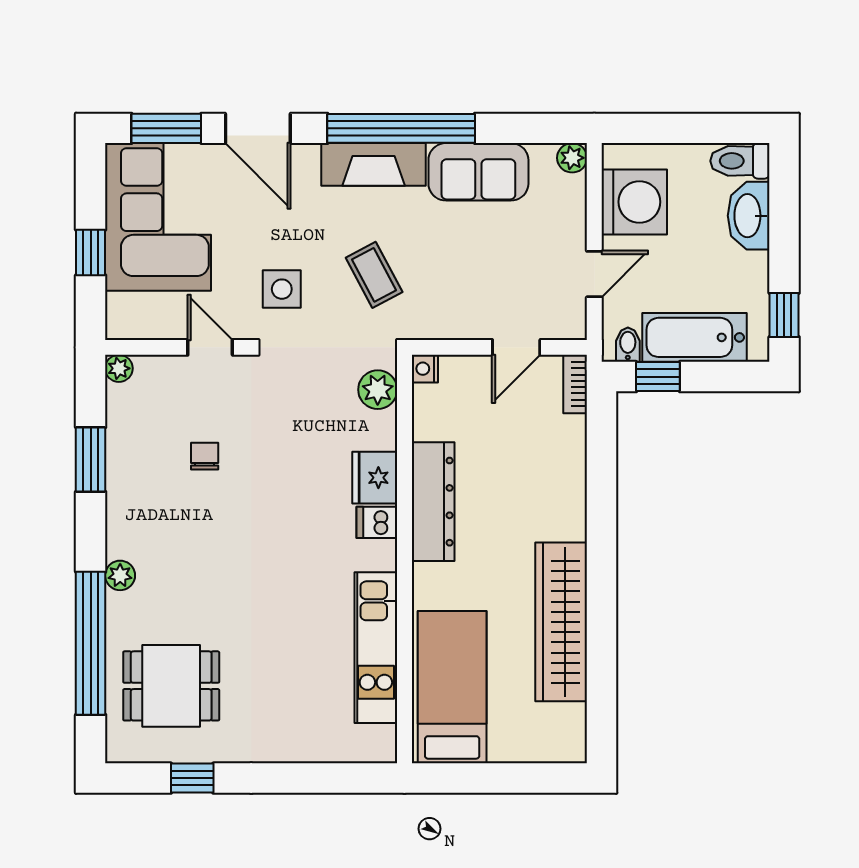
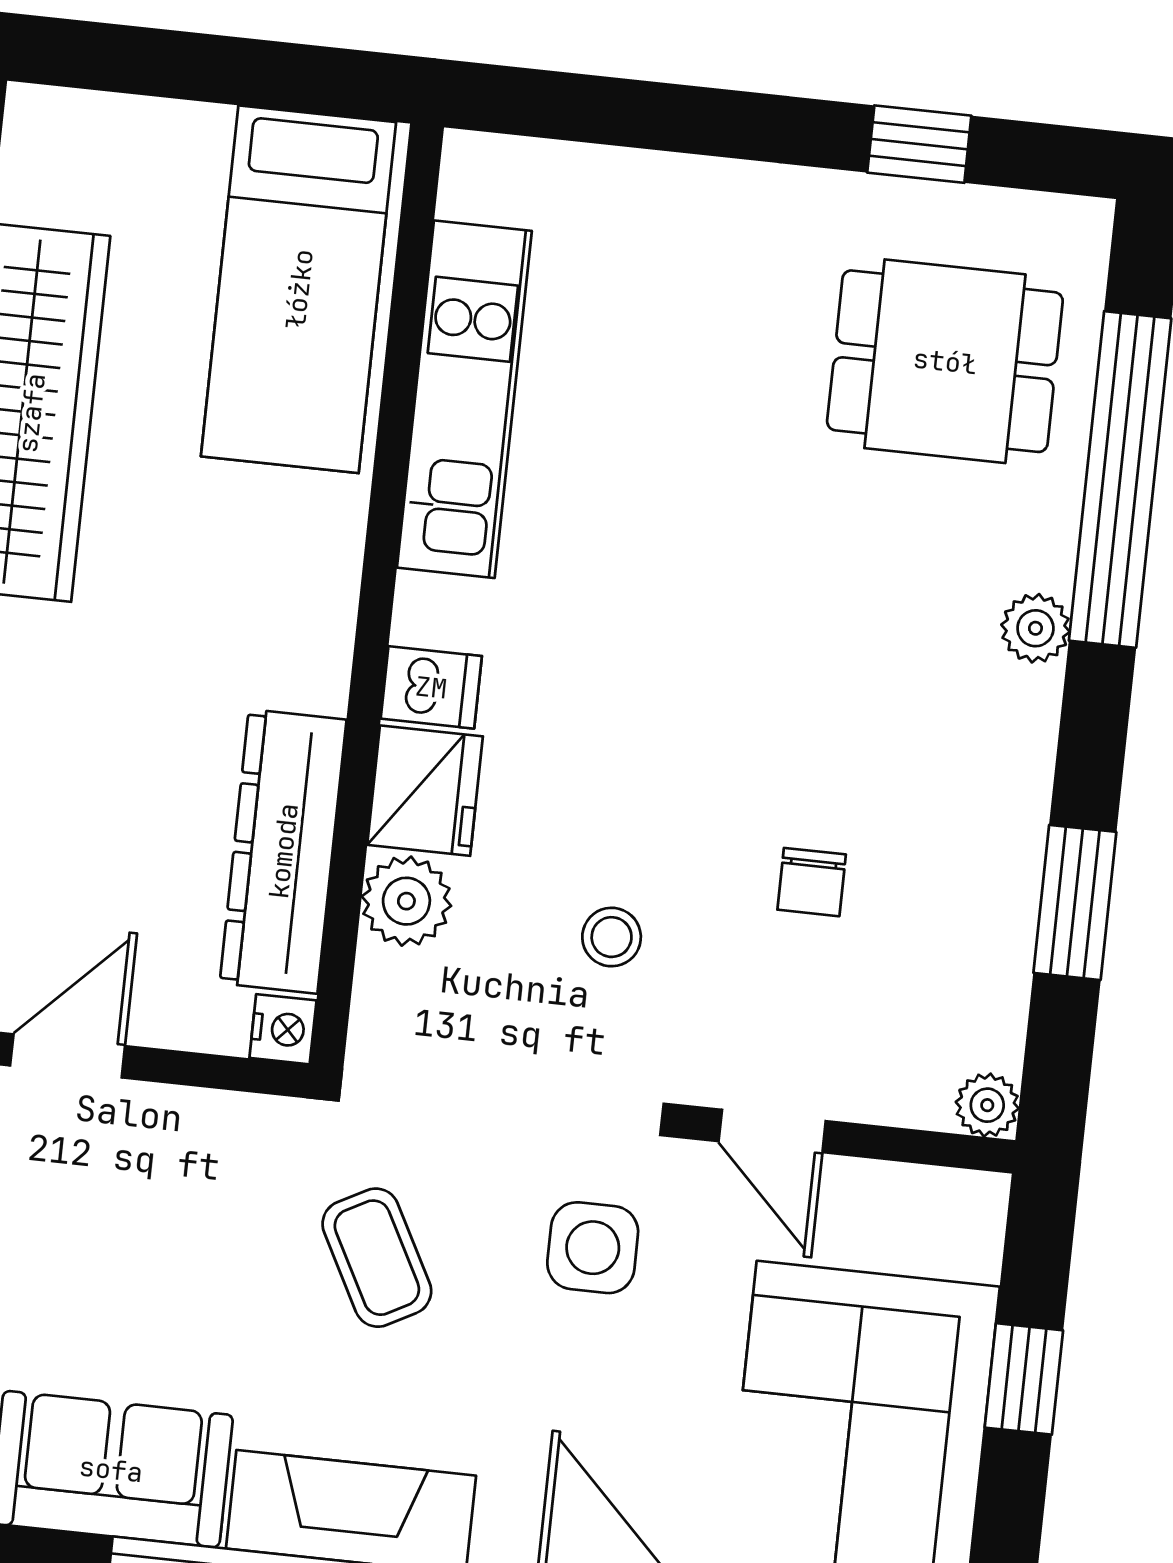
plant: (378, 390) -> (406, 901), moved
stool: (288, 423) -> (612, 937), added
dresser: (433, 502) -> (283, 851), moved

